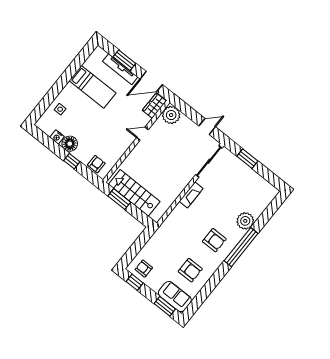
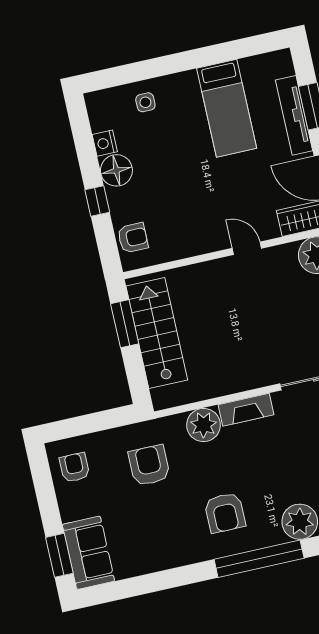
plant: (180, 213) -> (203, 425), added
armchair: (190, 270) -> (149, 465), moved, turned 180
window: (135, 282) -> (42, 477), removed

